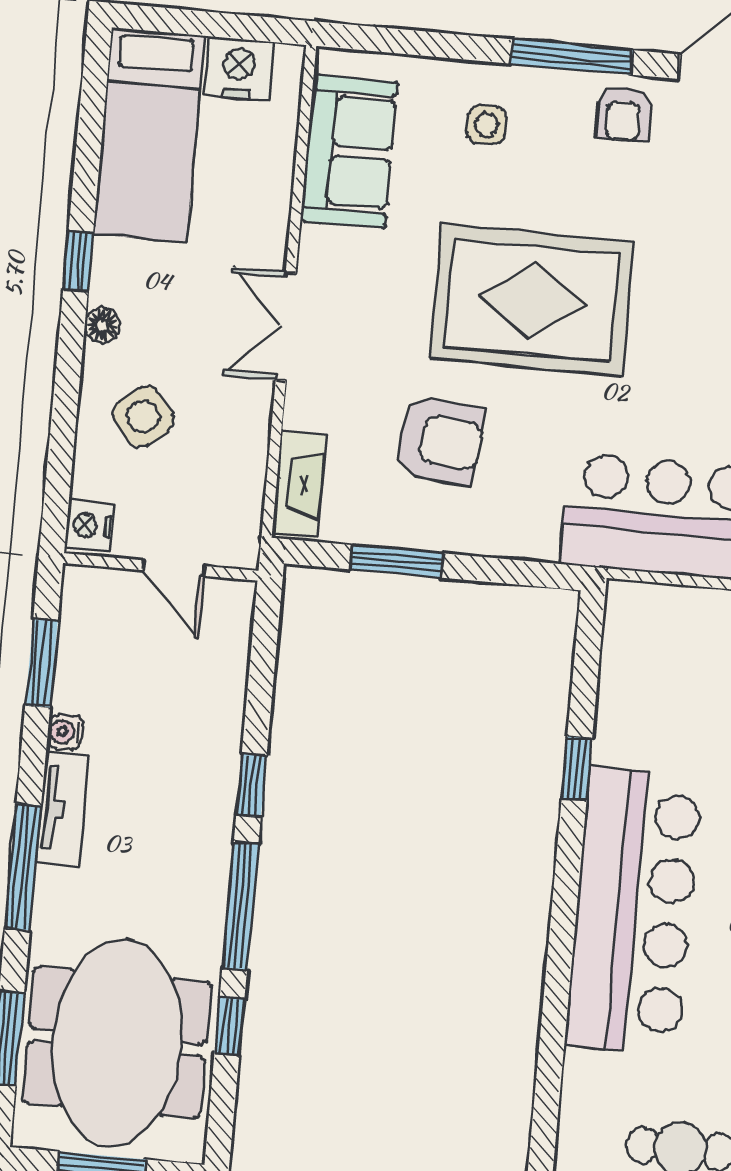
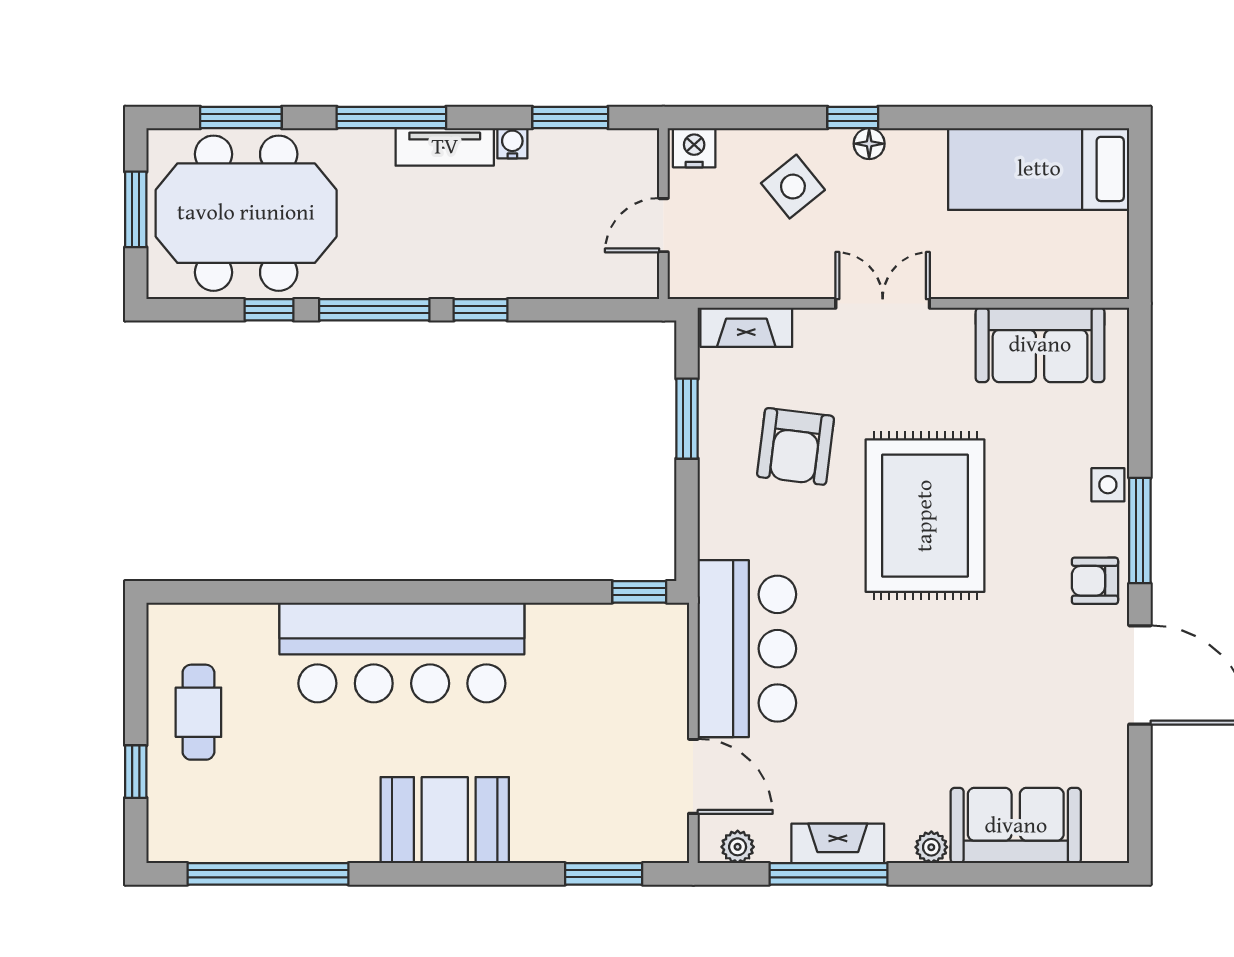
nightstand: (239, 69) -> (1103, 242), removed
side table: (486, 125) -> (1108, 485), moved
window: (78, 261) -> (853, 118), moved
window: (577, 768) -> (639, 592), moved

